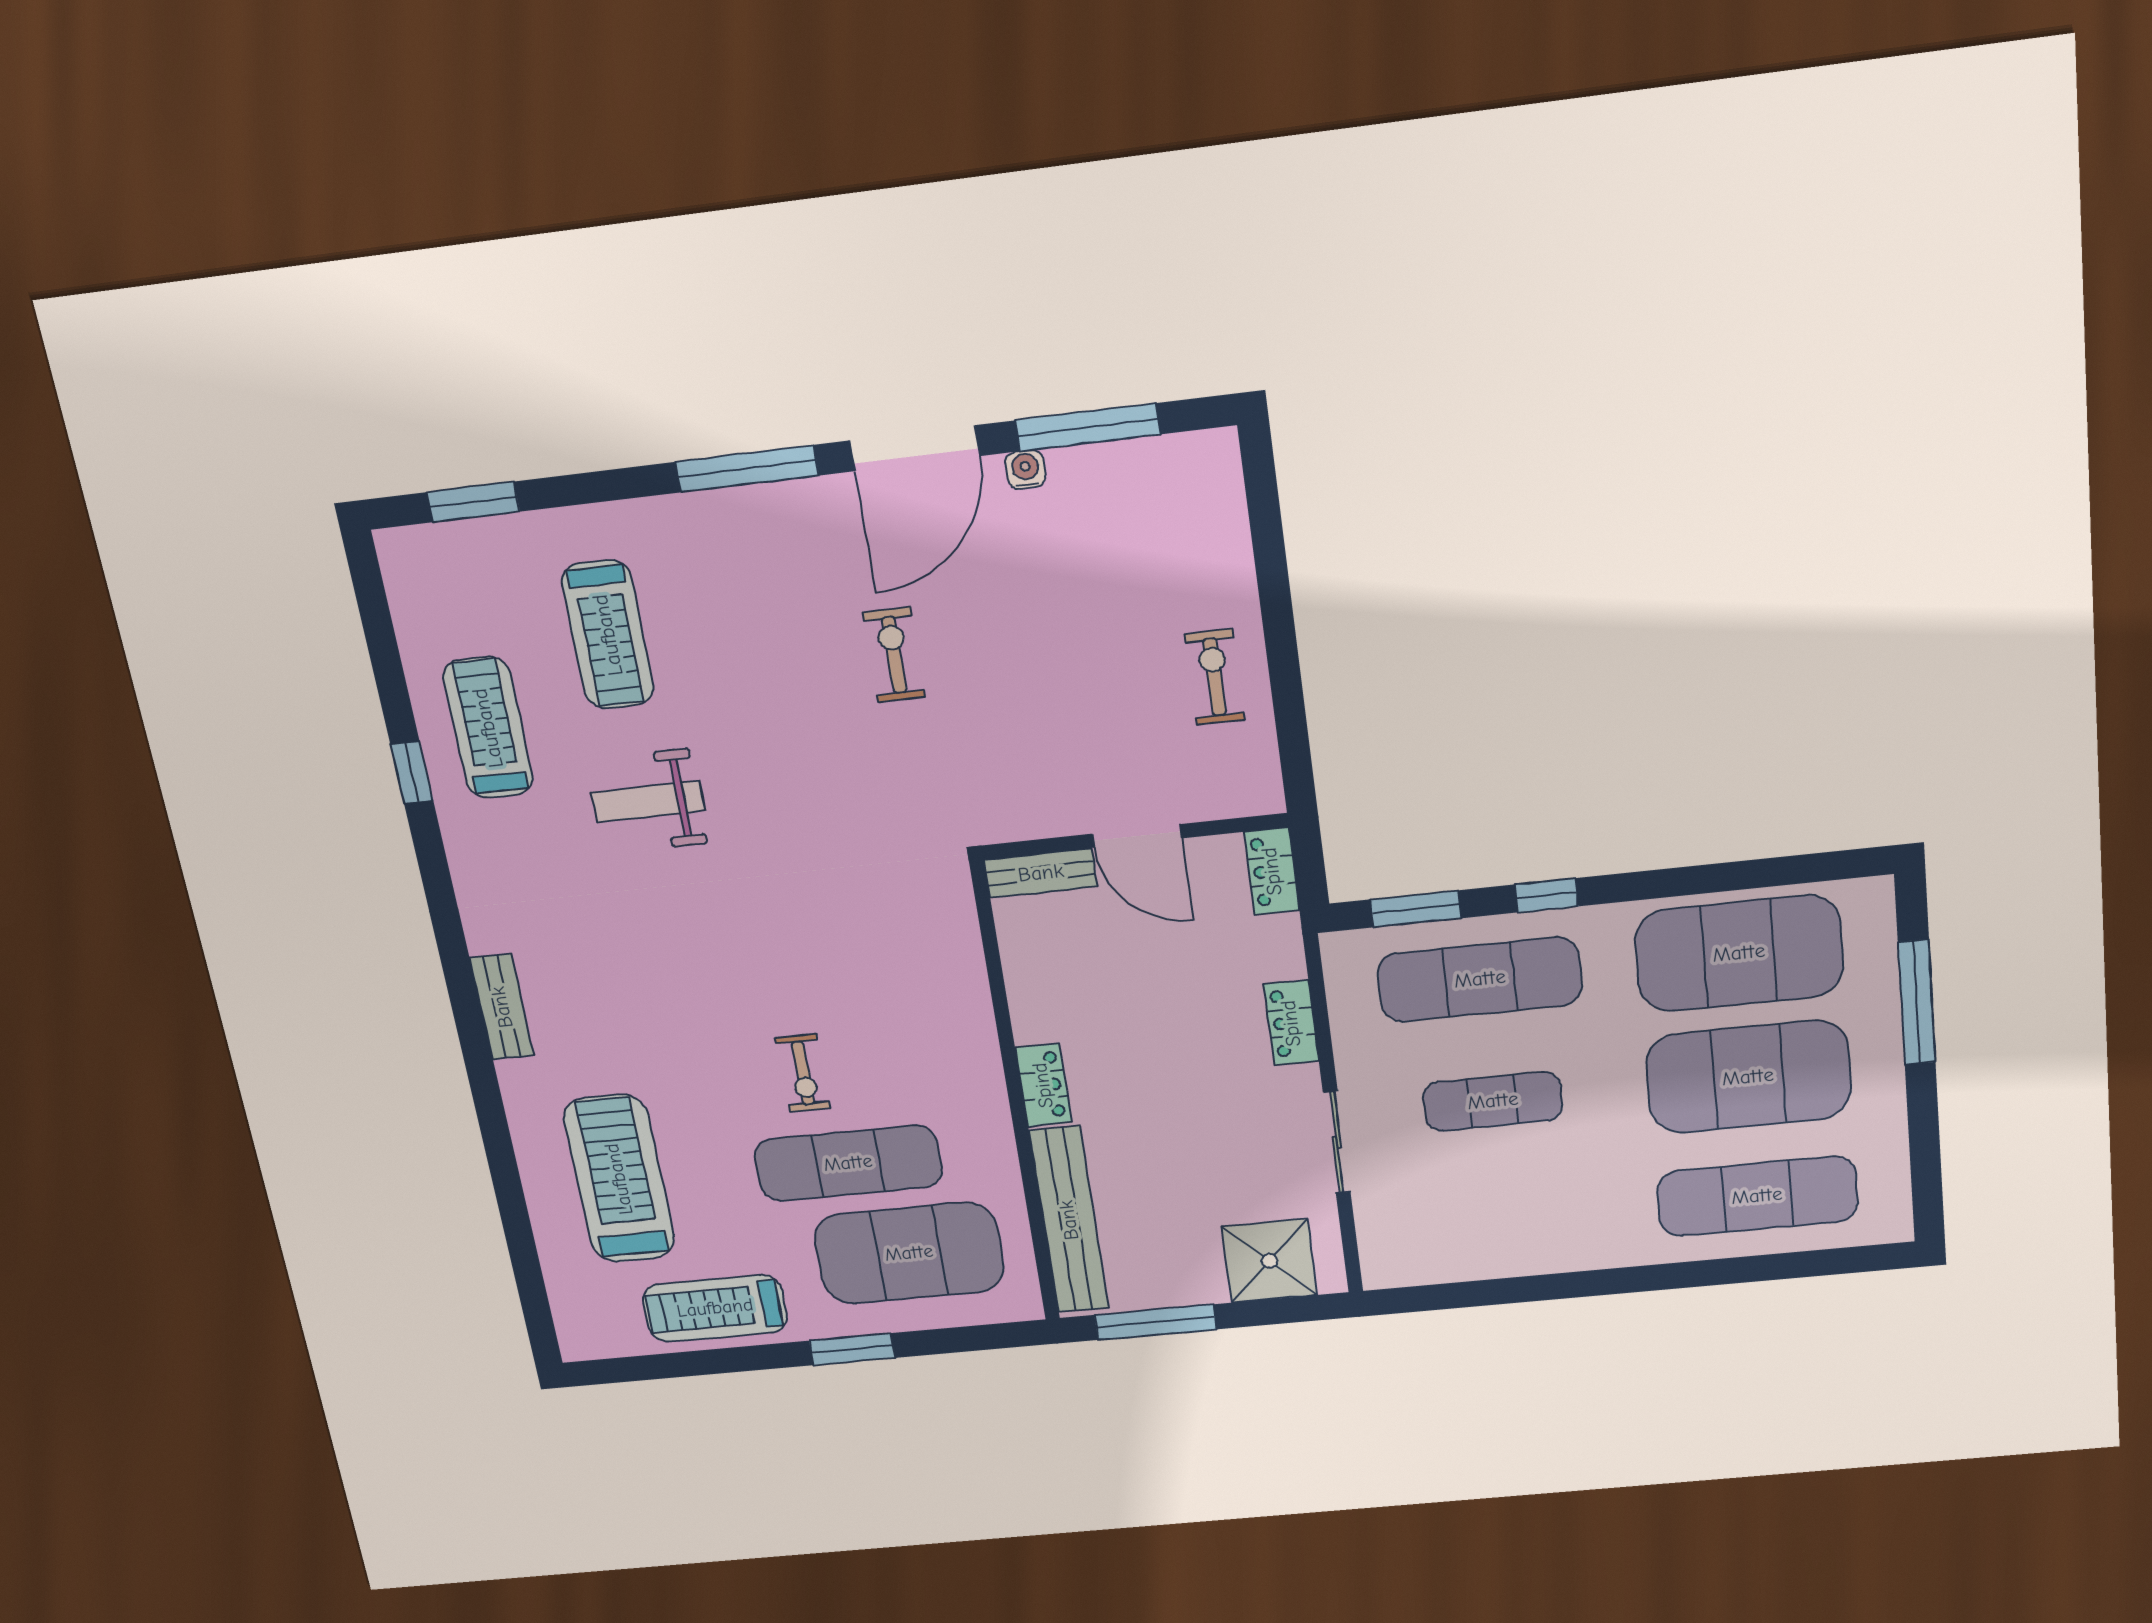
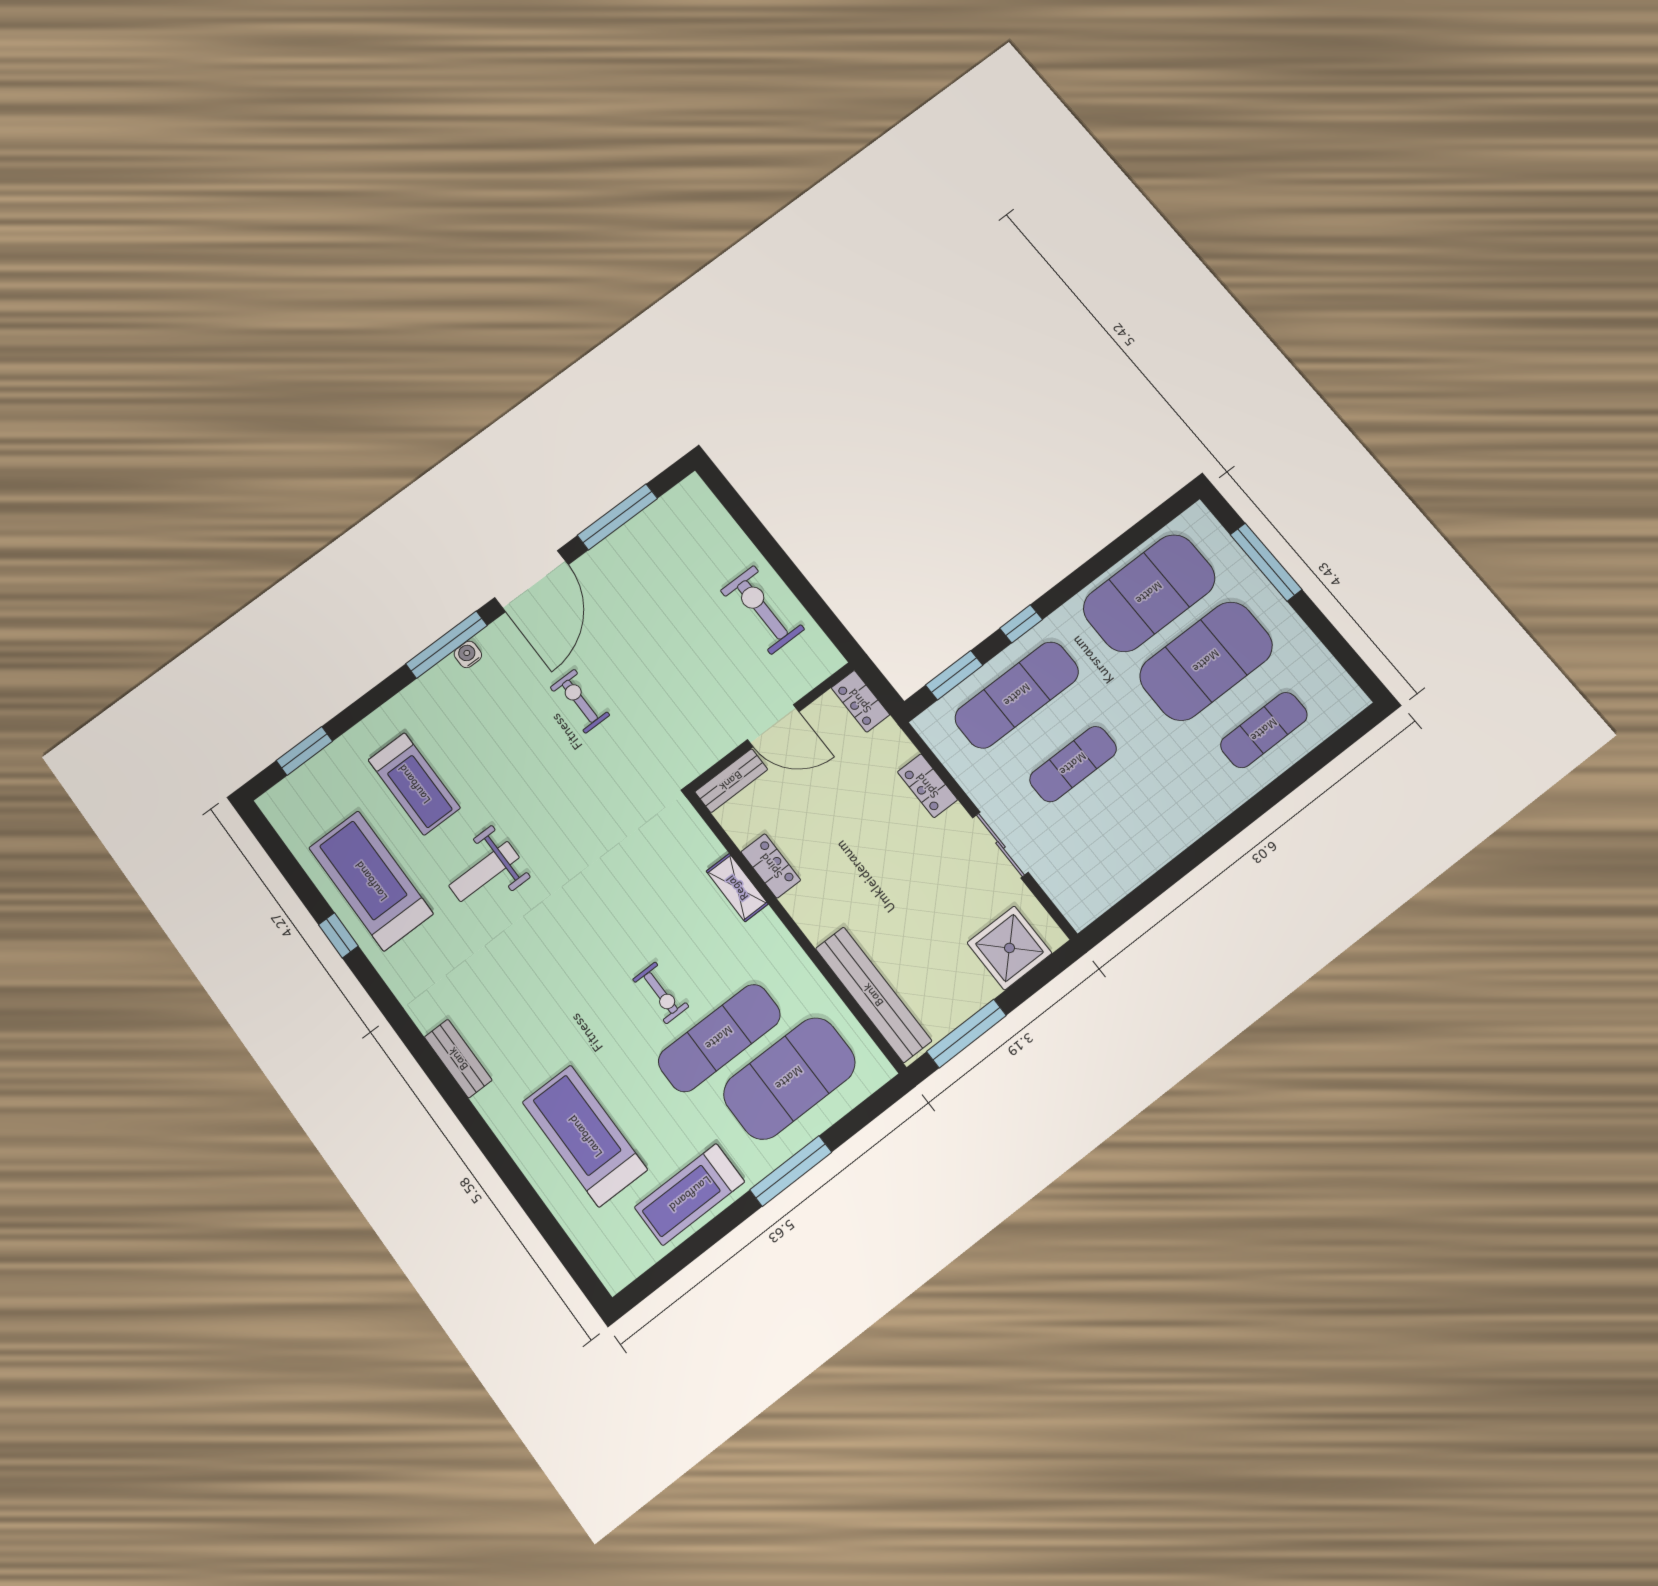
water cooler: (1026, 470) -> (468, 654), moved
exercise bike: (1215, 677) -> (762, 610), width x1.38, depth x1.39
treadmill: (488, 728) -> (371, 881), width x1.37, depth x1.38
shelving: (972, 1006) -> (737, 888), added
locker: (1043, 1085) -> (771, 866), moved
exercise mat: (1757, 1196) -> (1264, 730), width x0.73, depth x0.69
window: (852, 1349) -> (791, 1171), width x1.44

